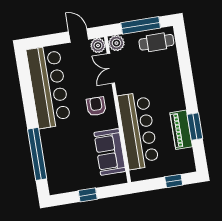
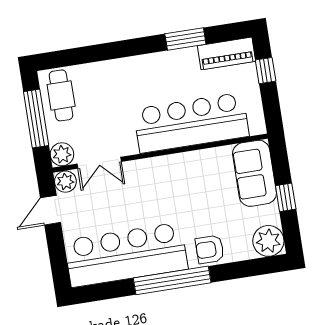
armchair: (96, 106) -> (210, 249), moved
piano: (181, 130) -> (226, 53), moved
sofa: (110, 152) -> (254, 173), moved, turned 90
window: (37, 154) -> (172, 280), moved
plant: (58, 183) -> (268, 241), added

